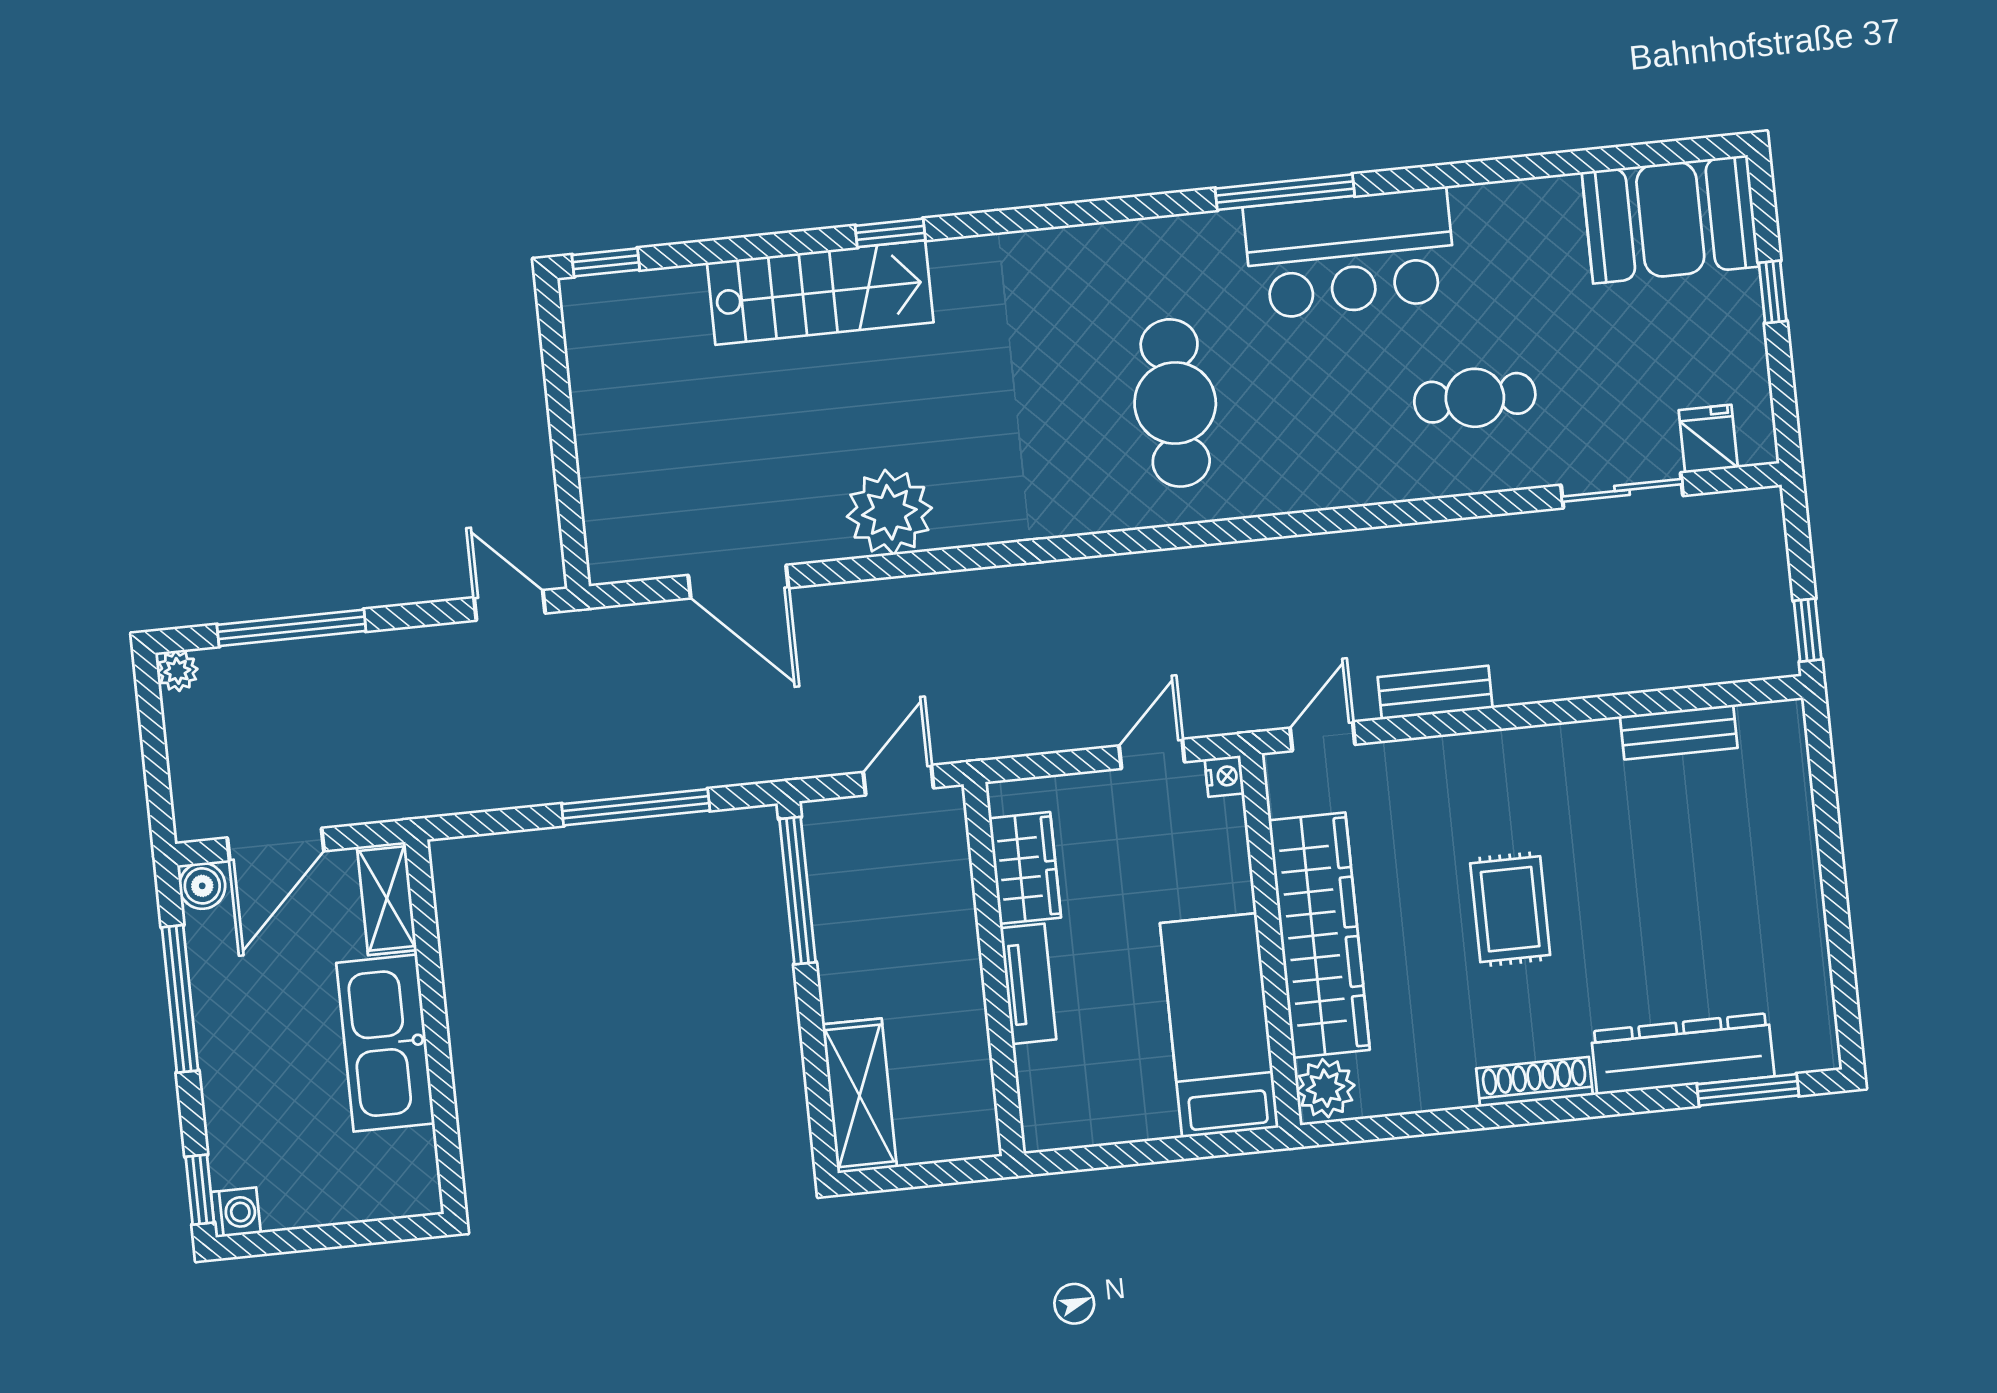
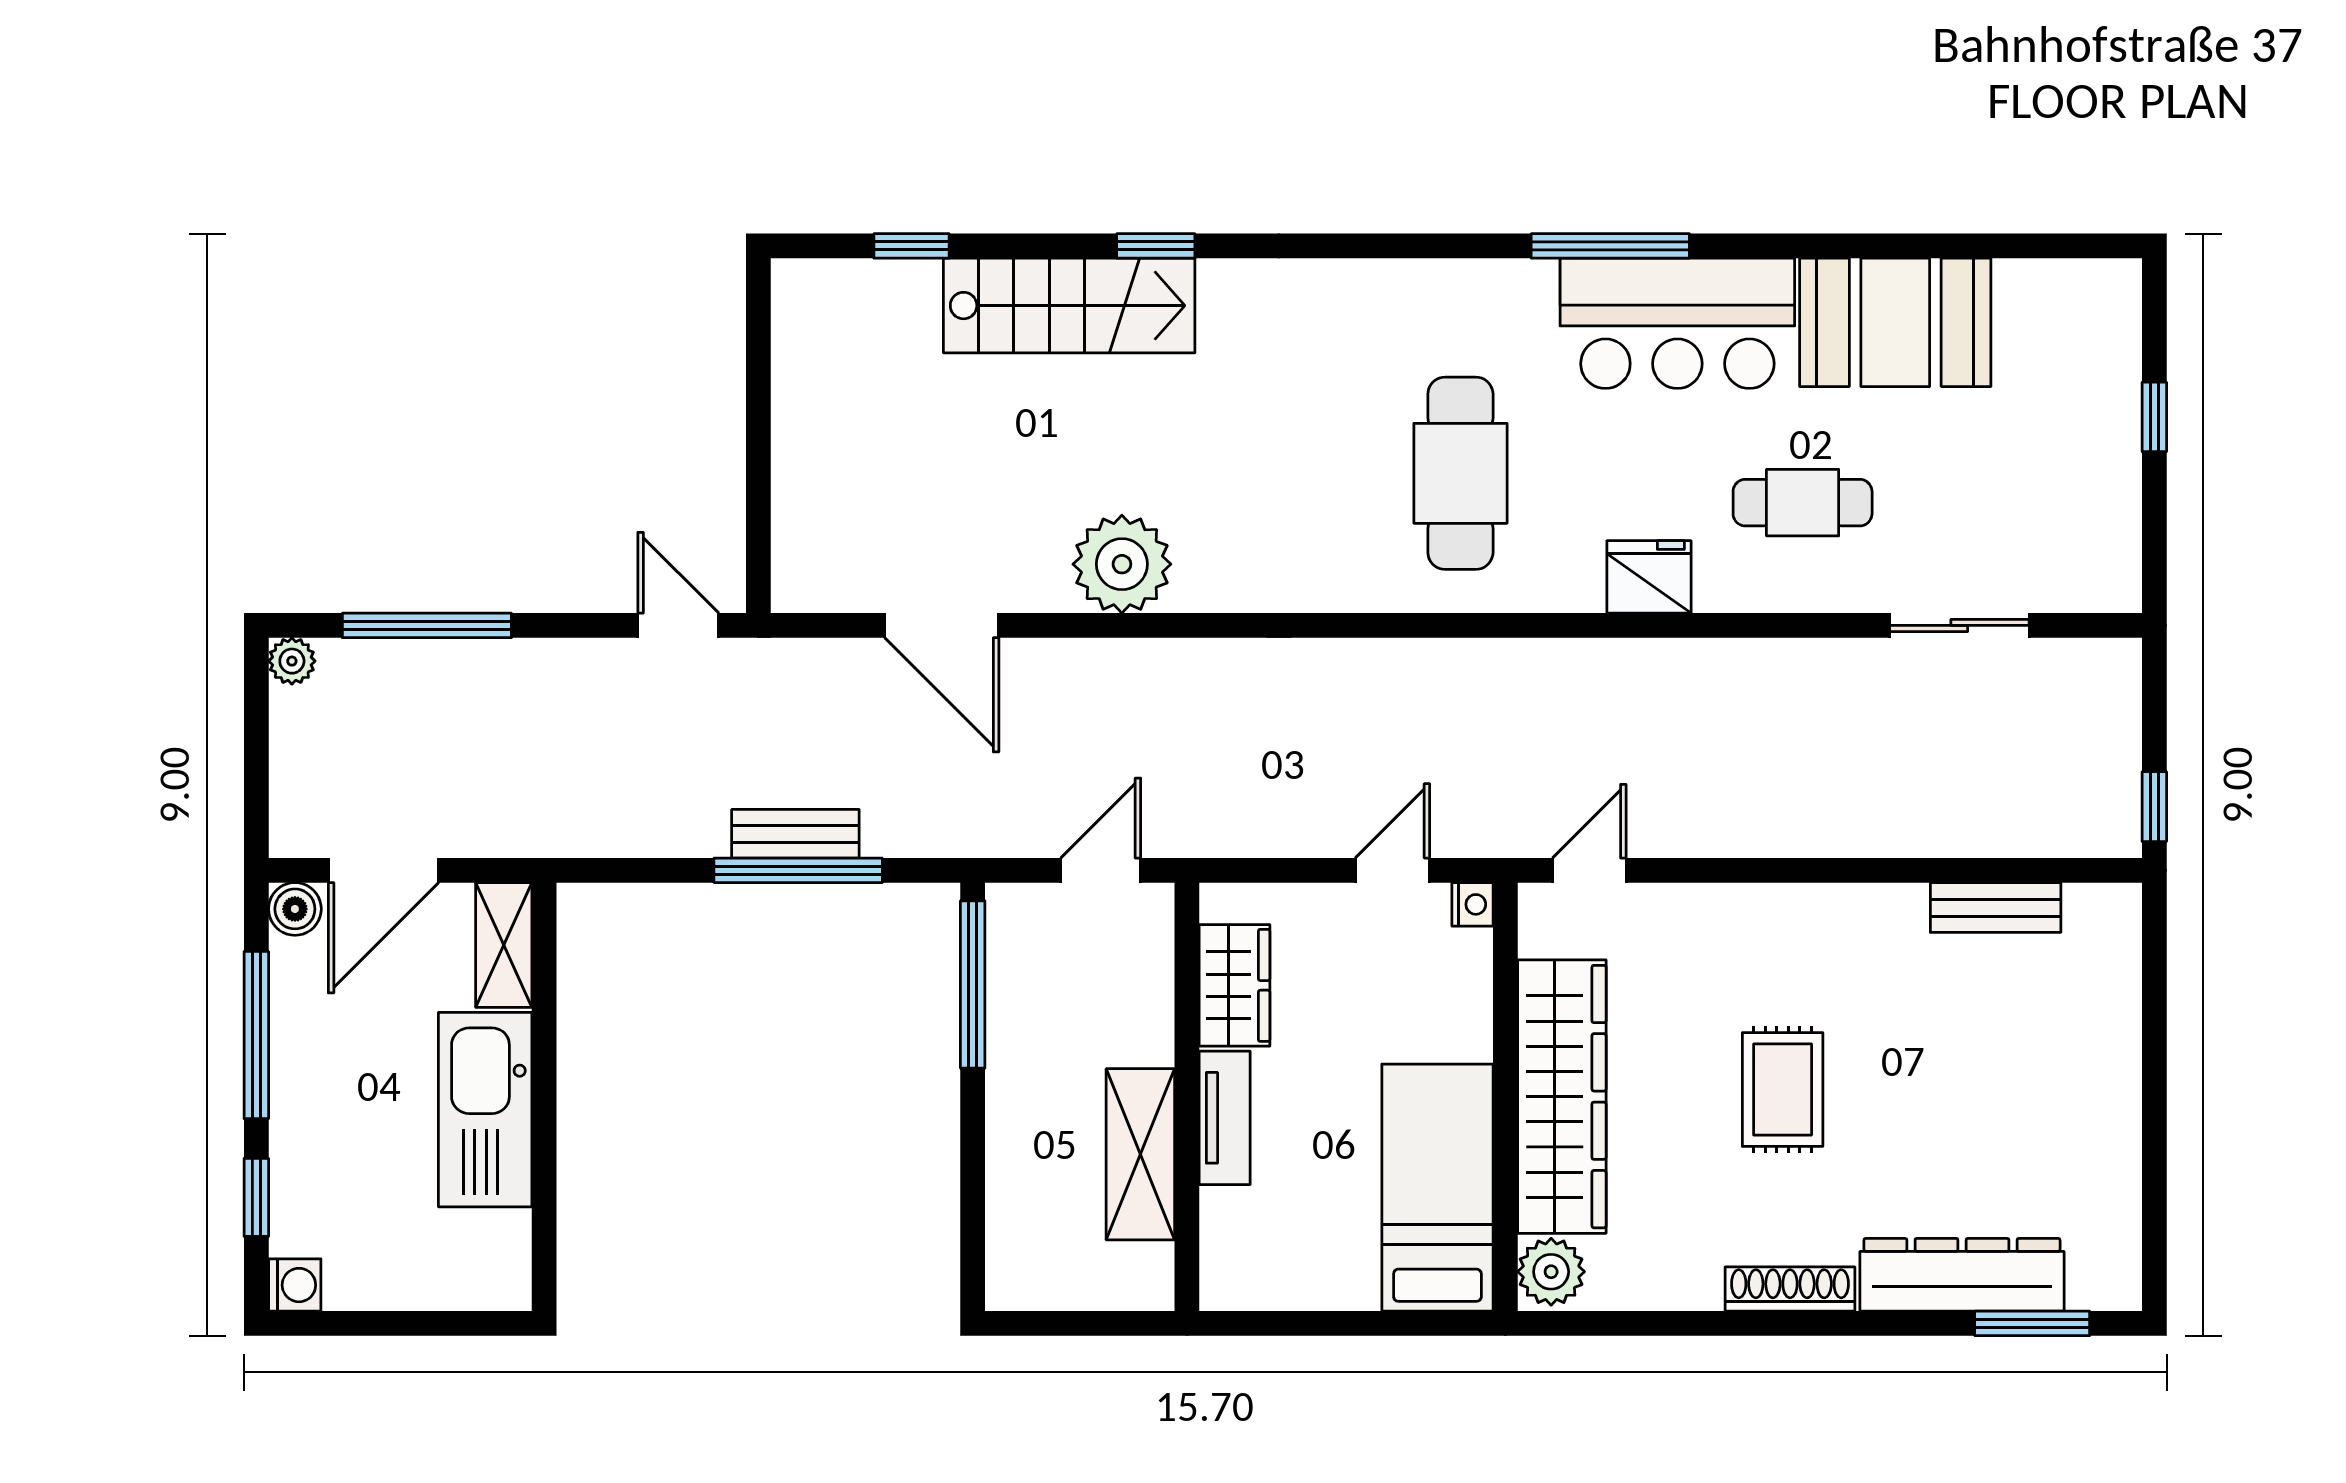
booth: (1670, 219) -> (1895, 322), moved
window: (606, 262) -> (912, 246), moved
fridge: (1708, 439) -> (1649, 577), moved, width x1.38
bench: (1435, 692) -> (795, 834), moved
shelving: (859, 1096) -> (1140, 1154), moved
window: (200, 1190) -> (256, 1197), moved

